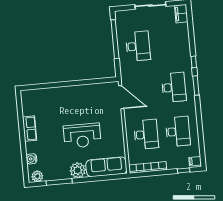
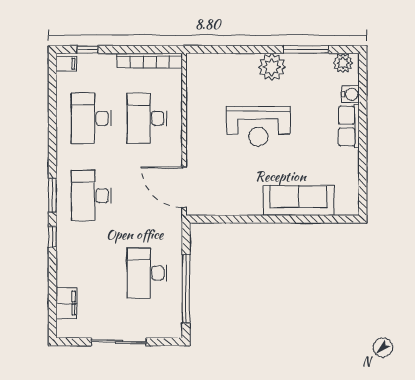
filing cabinet: (181, 14) -> (66, 303), moved
row of seats: (30, 129) -> (349, 126), moved
reception desk: (82, 136) -> (258, 126), turned 180
sofa: (106, 167) -> (299, 201), moved, turned 180

